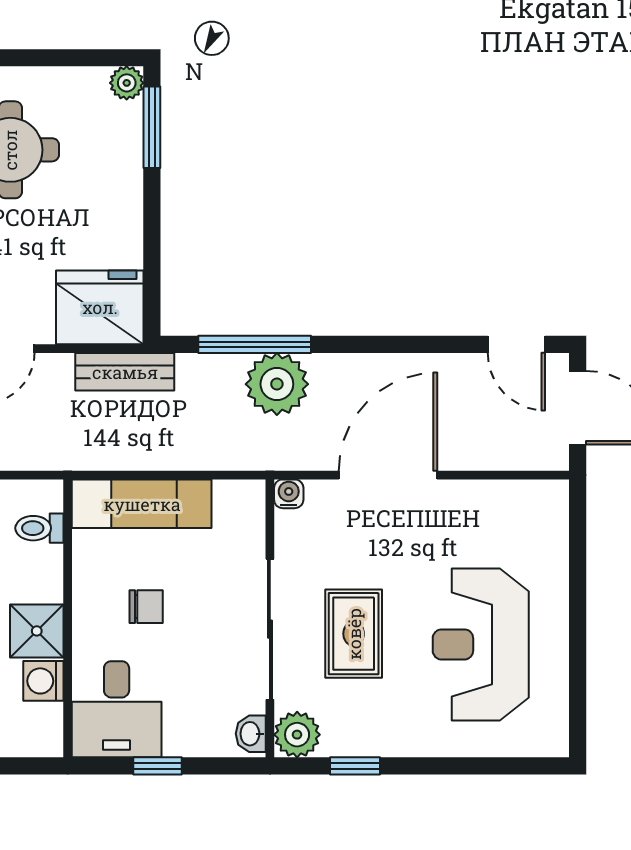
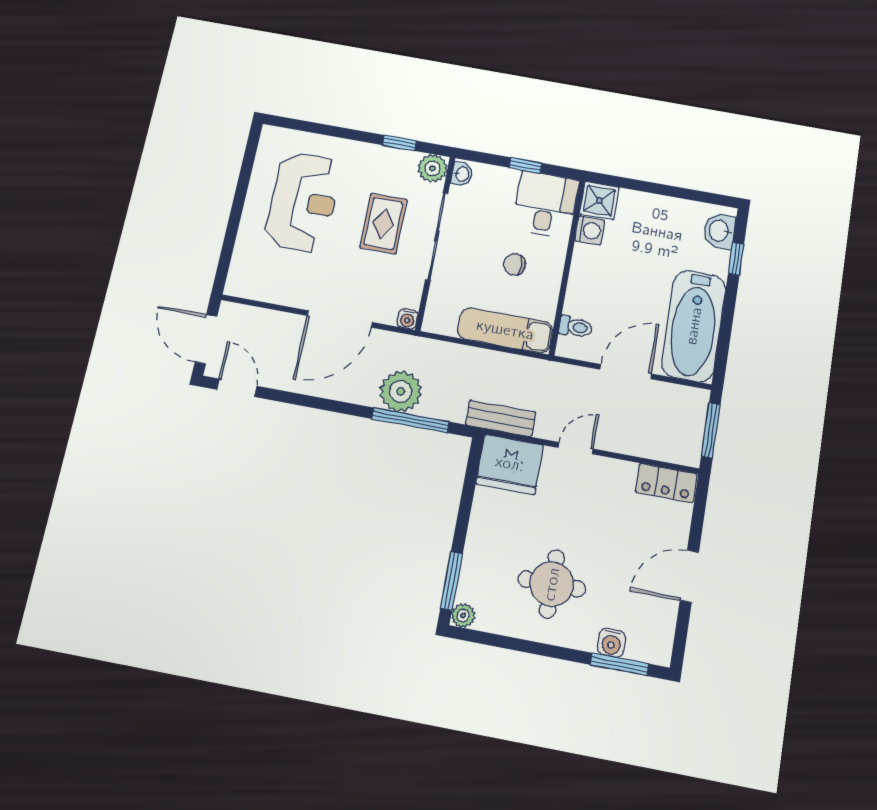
shower: (37, 631) -> (599, 200), moved

